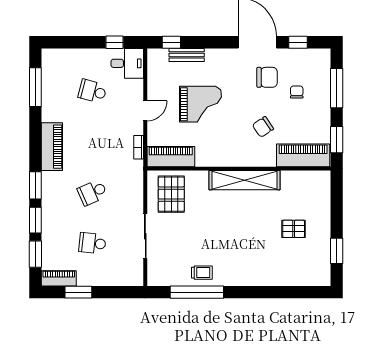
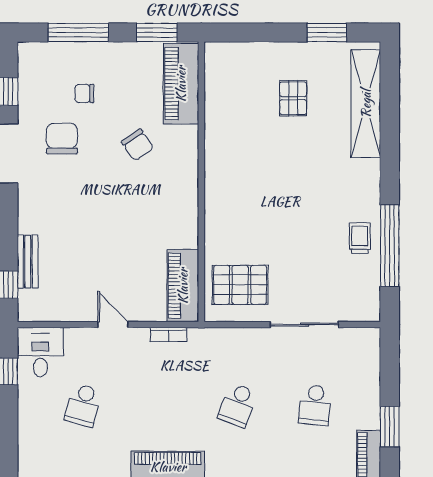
grand piano: (201, 104) -> (103, 240), removed
shelving: (245, 180) -> (366, 104), moved
school desk: (92, 192) -> (238, 405), turned 45

